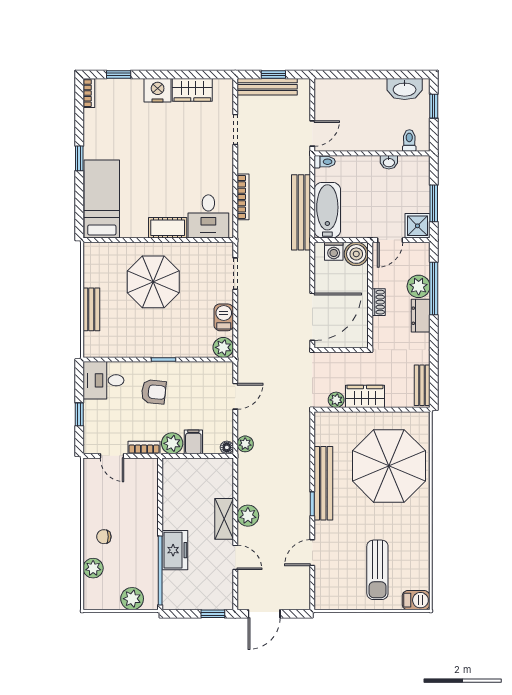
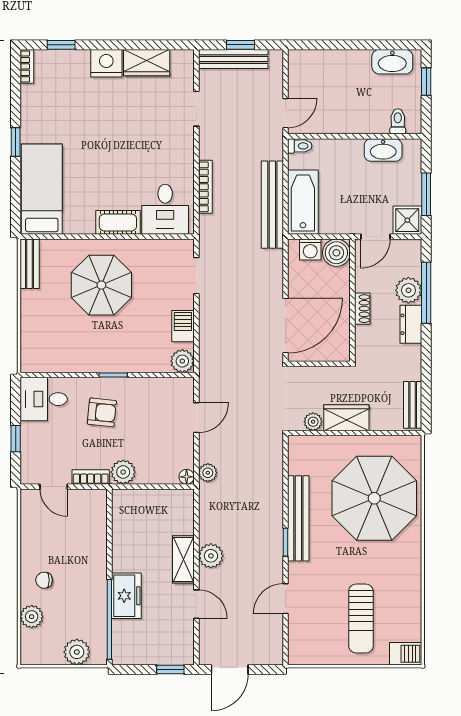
washbasin: (389, 162) -> (383, 150), width x1.91, depth x1.45
bench: (91, 309) -> (30, 264), moved
filing cabinet: (193, 442) -> (148, 470), removed

